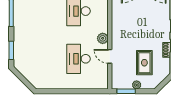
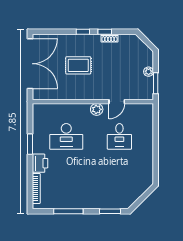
desk: (78, 59) -> (119, 136), width x0.73
rug: (144, 63) -> (78, 65), moved

